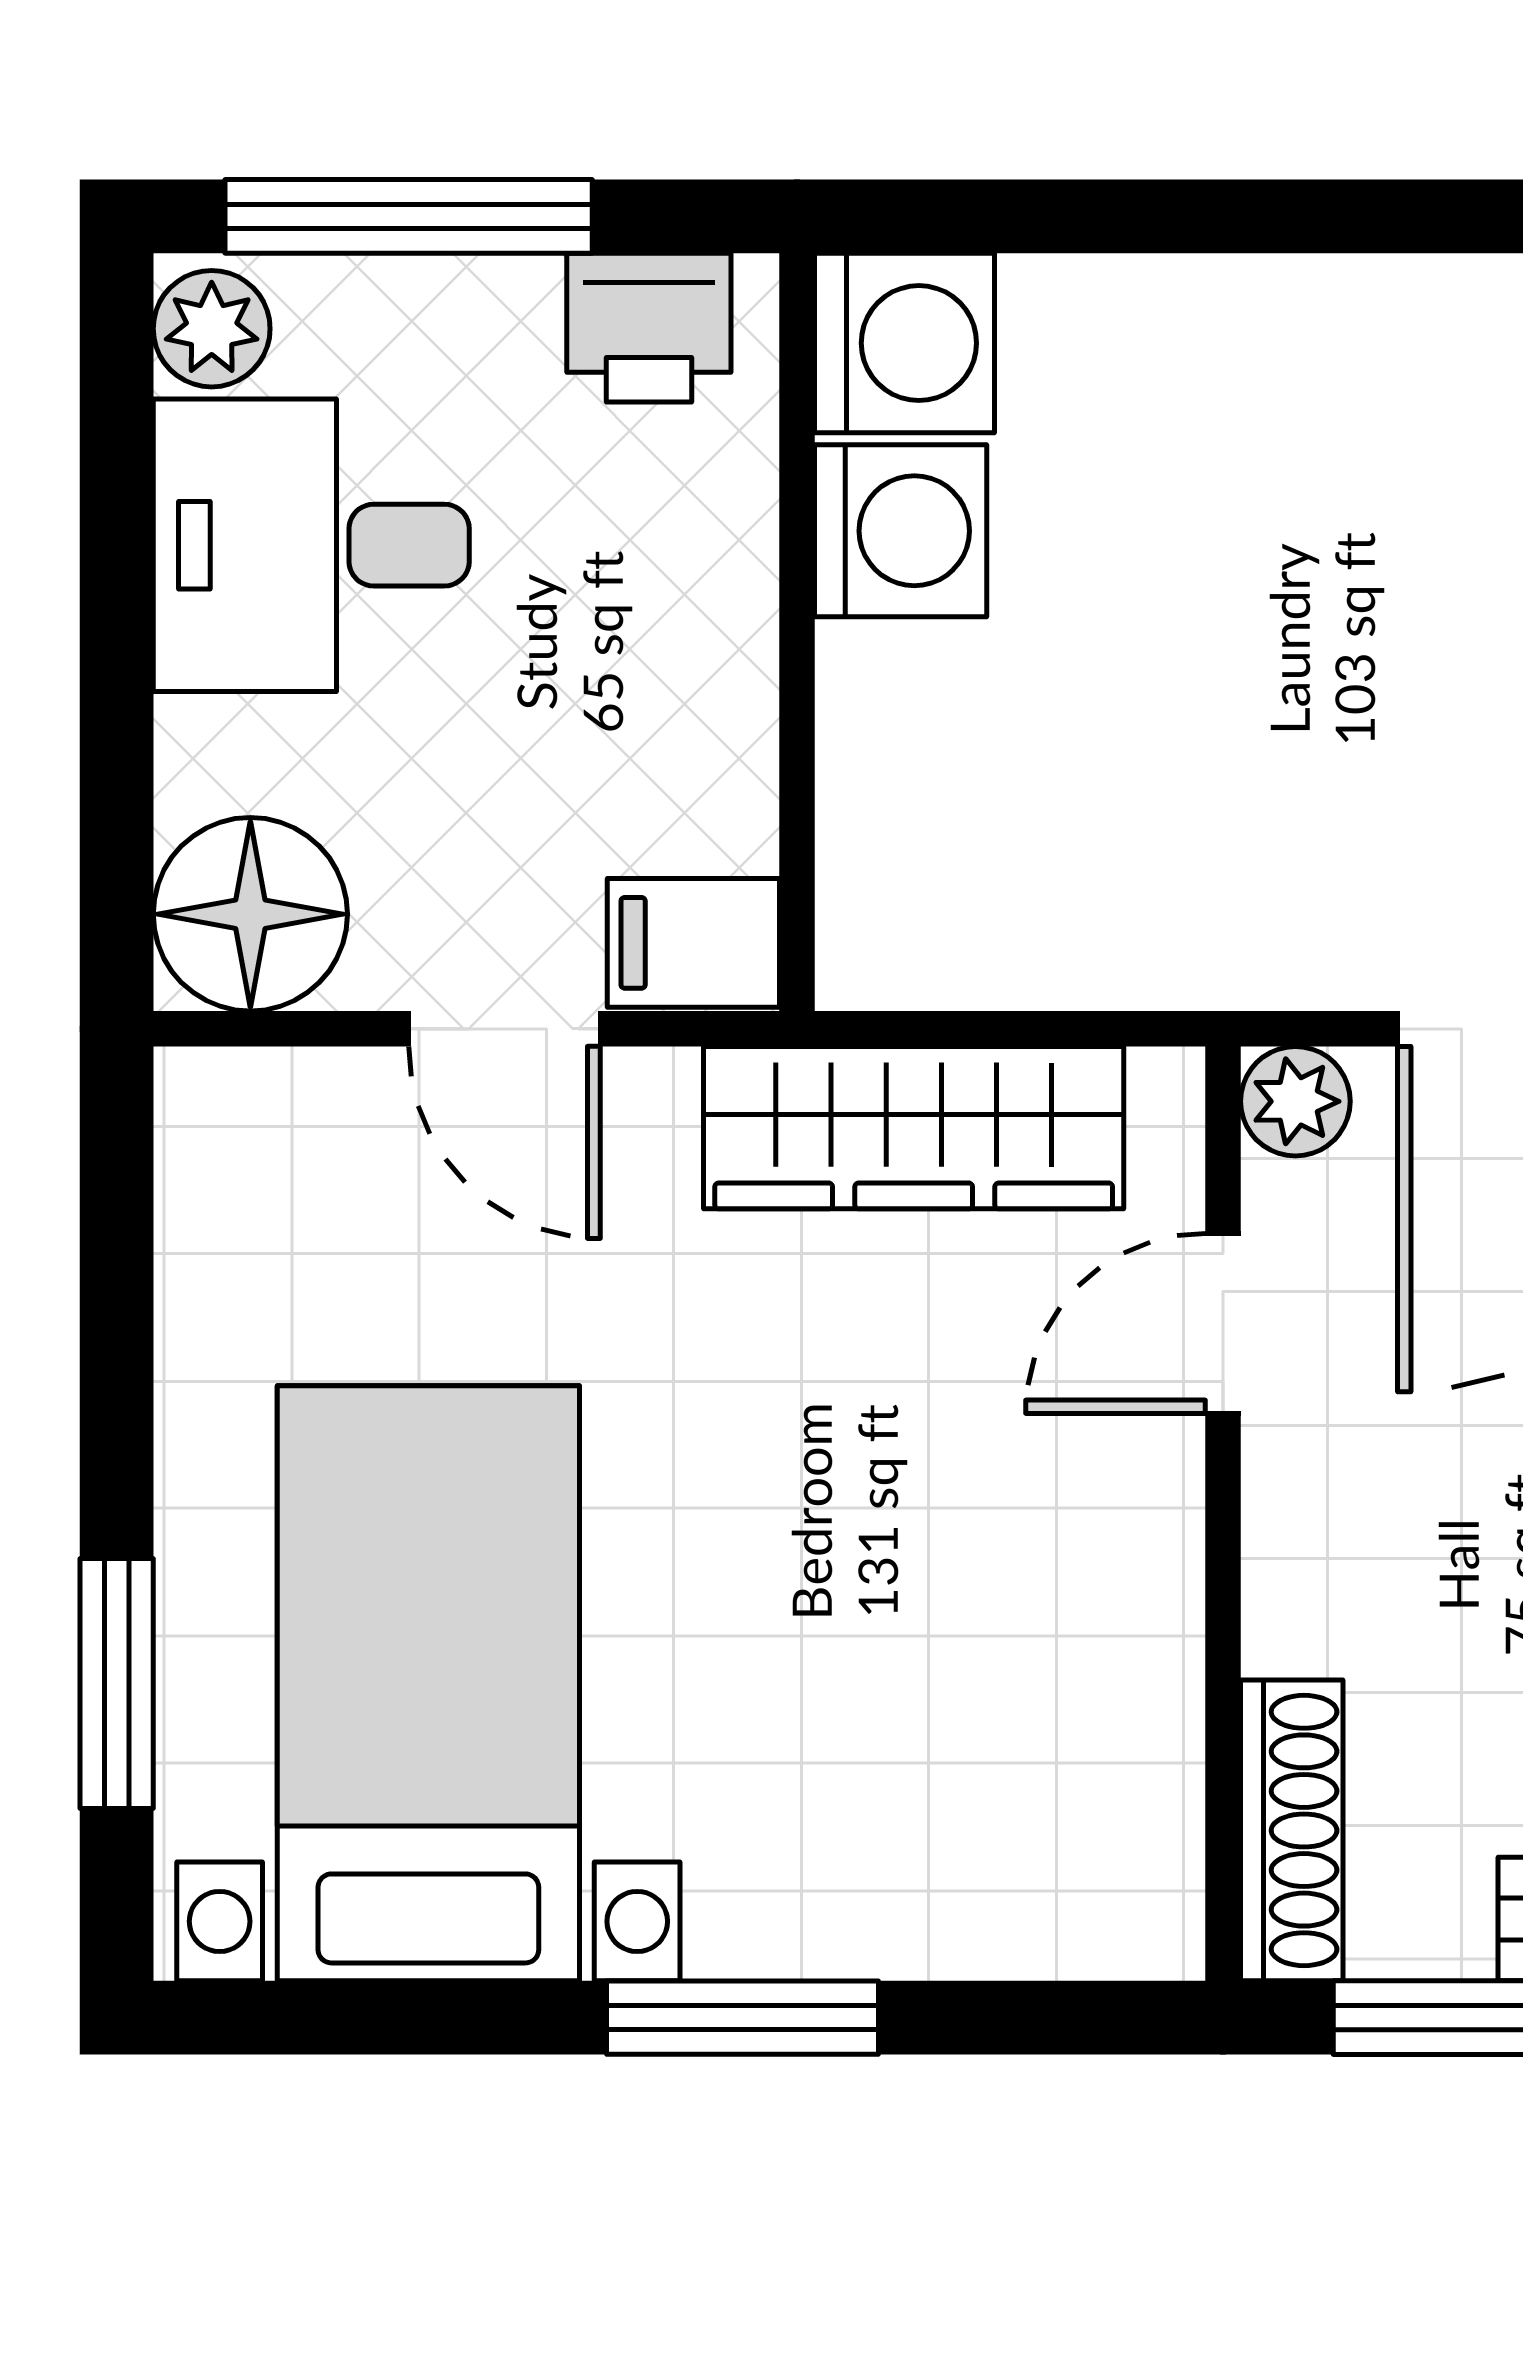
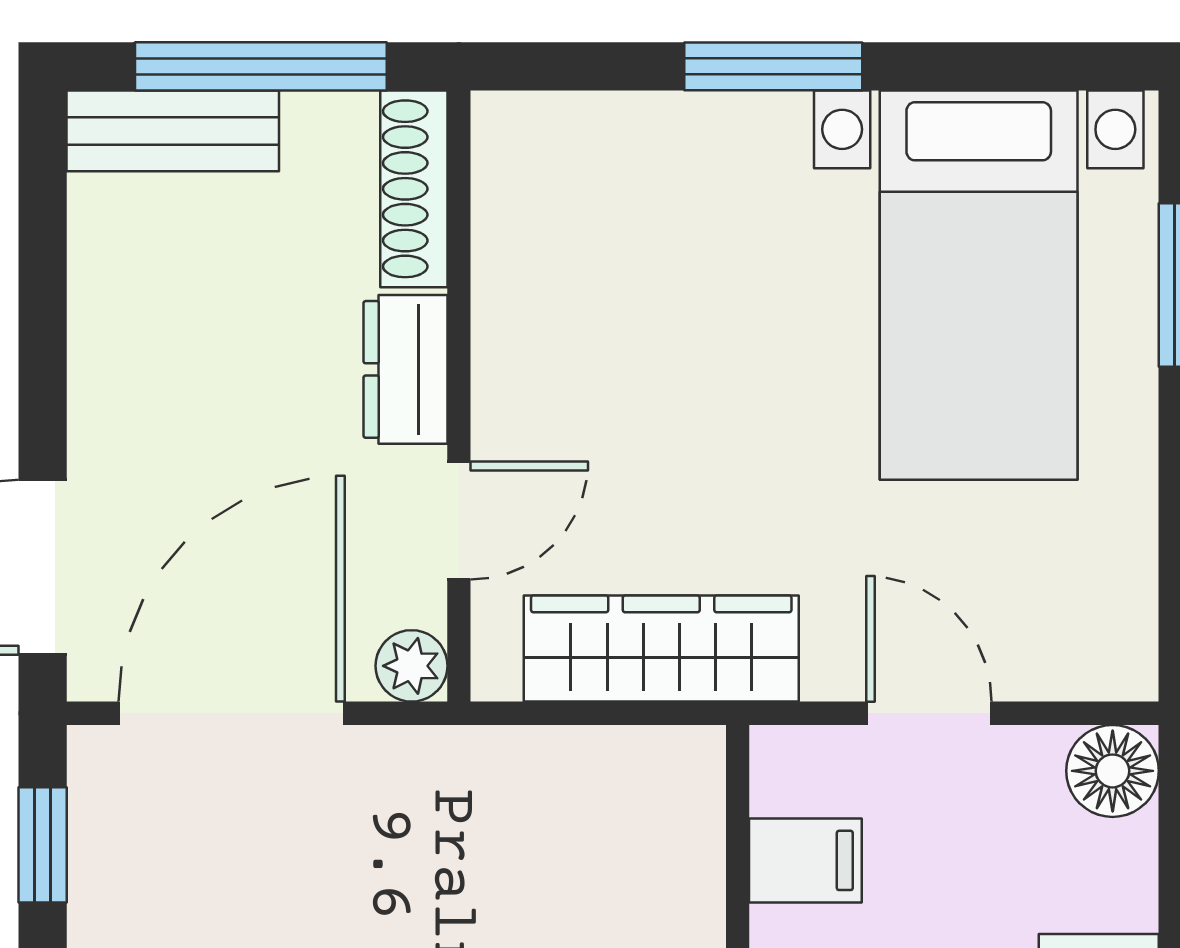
floor lamp: (250, 914) -> (1113, 771), width x0.73, depth x0.73
filing cabinet: (693, 943) -> (805, 860), moved
dresser: (1305, 1554) -> (406, 369), added

